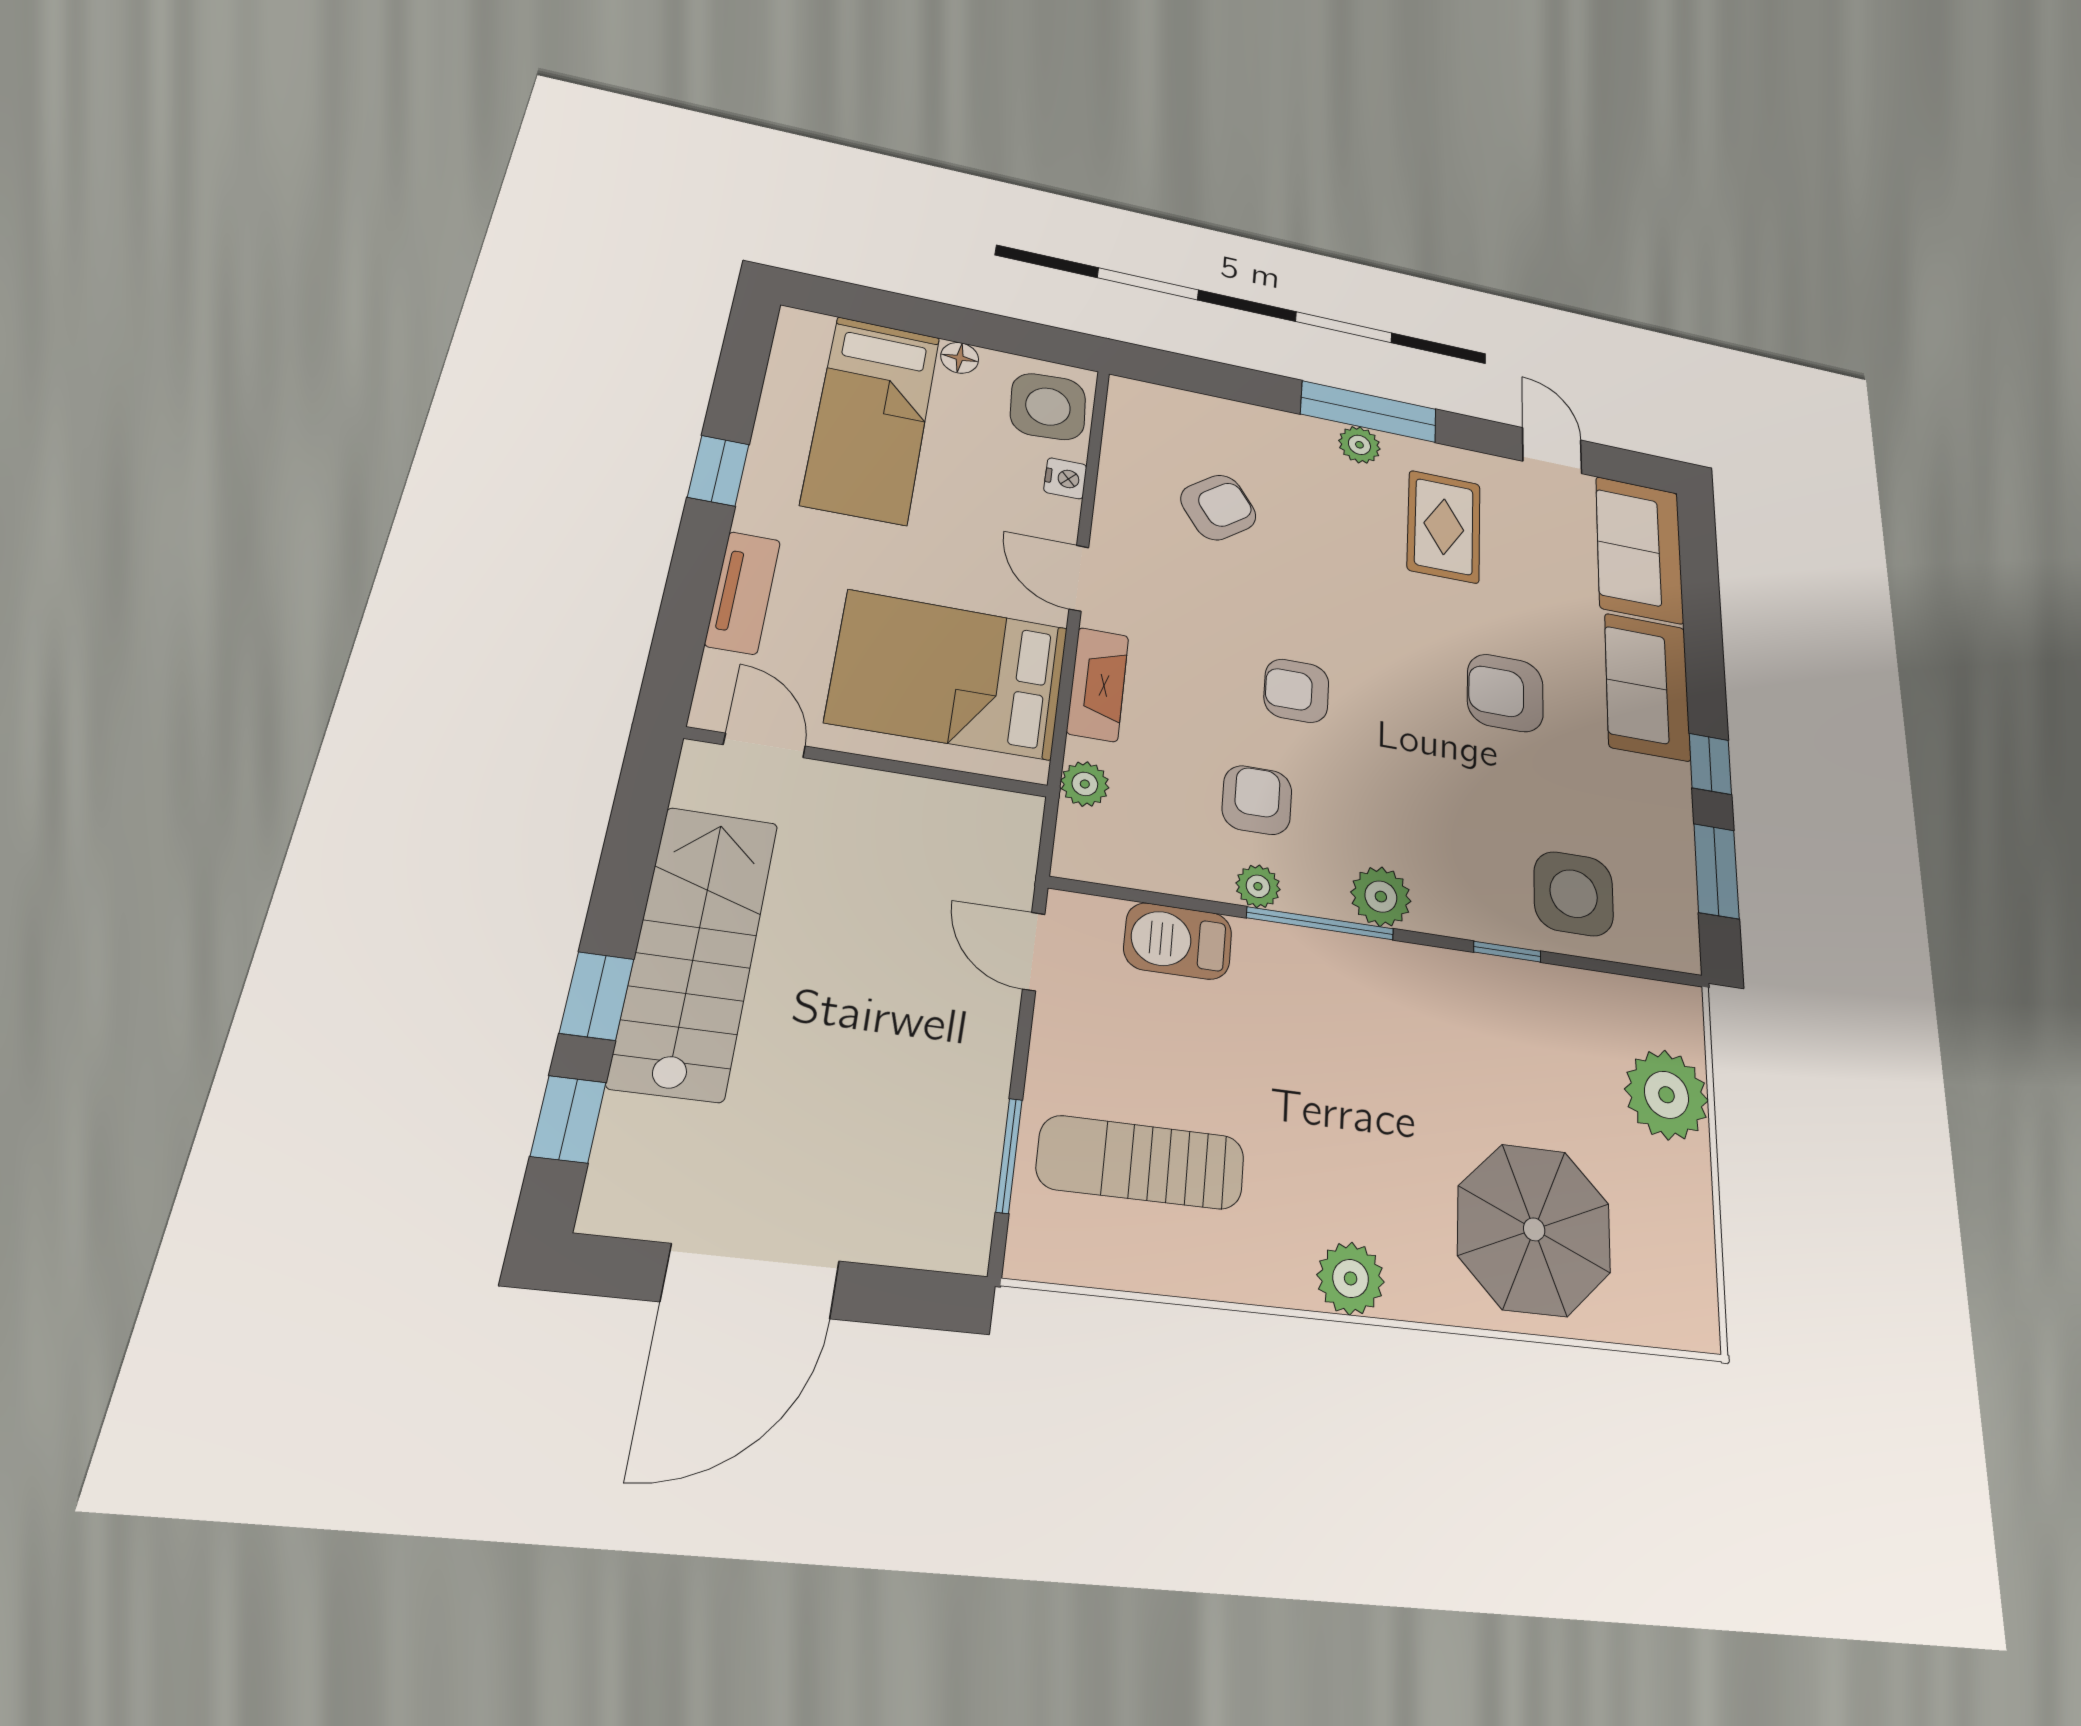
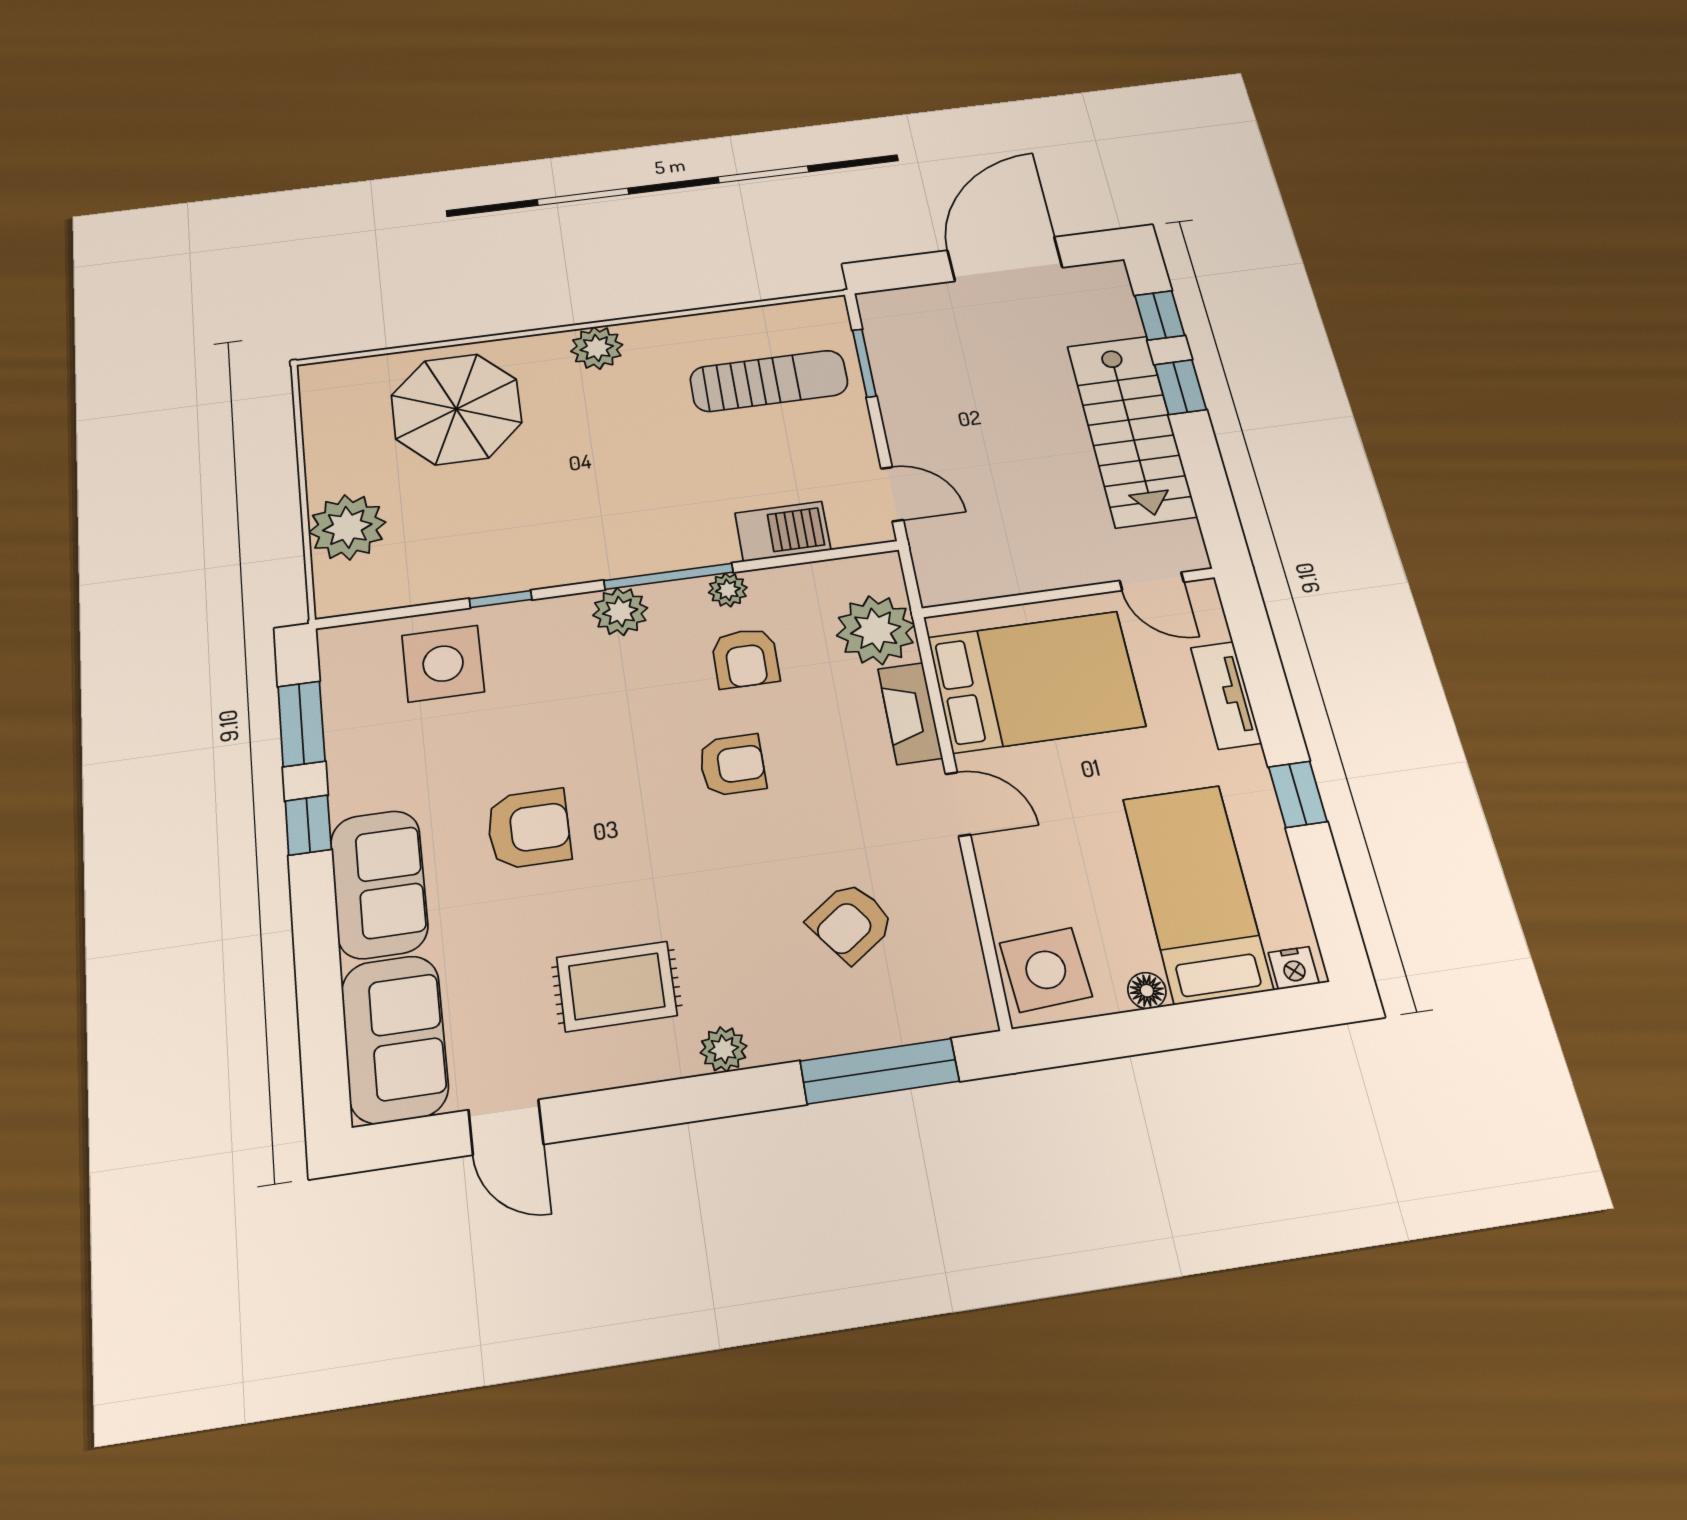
window: (1369, 412) -> (880, 1071), moved
nightstand: (1065, 478) -> (1294, 968), moved, turned -90
rug: (1444, 527) -> (617, 986), turned 90
plant: (1085, 784) -> (876, 630), width x1.87, depth x1.87

